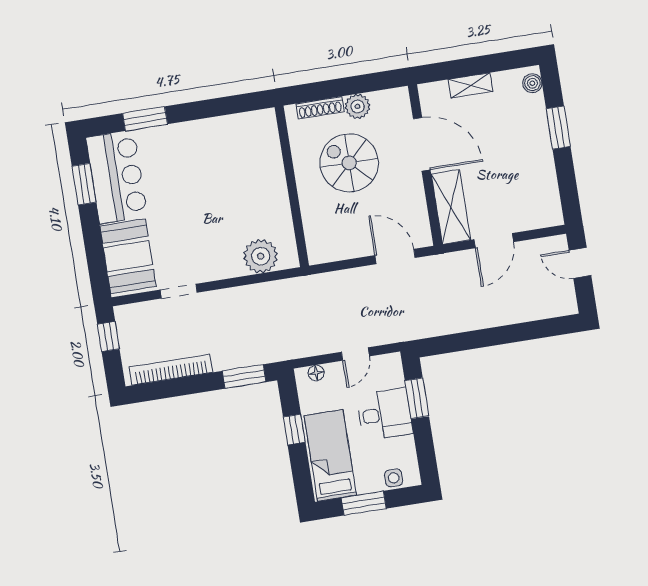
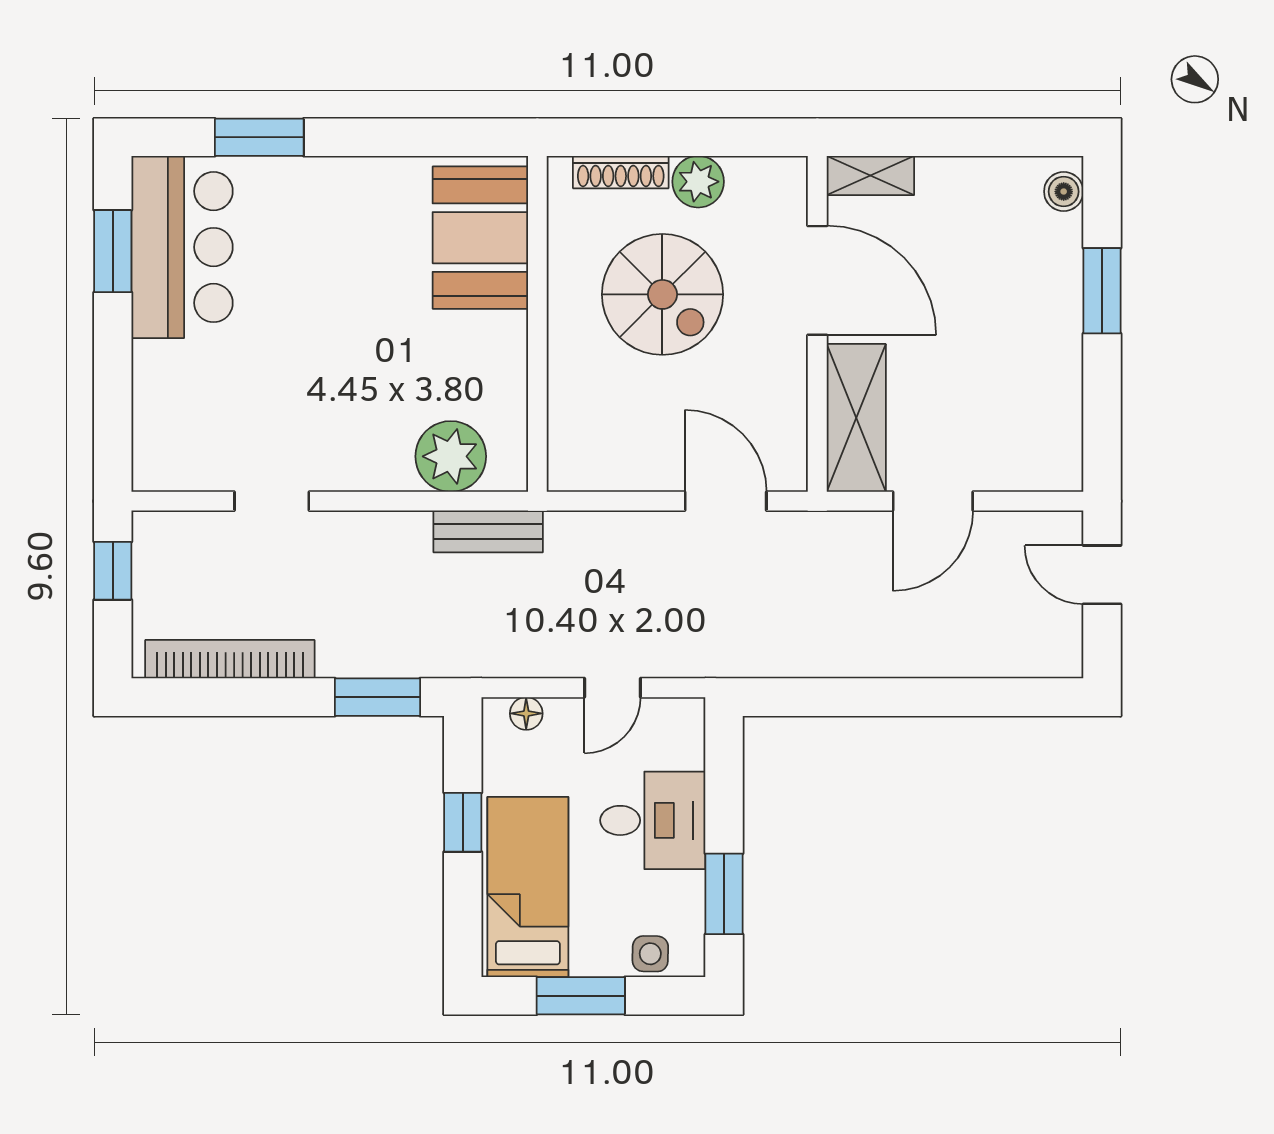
shelving: (470, 85) -> (870, 176), moved
spiral stairs: (349, 163) -> (662, 294), turned 180
booth: (128, 256) -> (480, 238), moved
bench: (284, 289) -> (488, 531), added
window: (417, 398) -> (724, 894), moved

